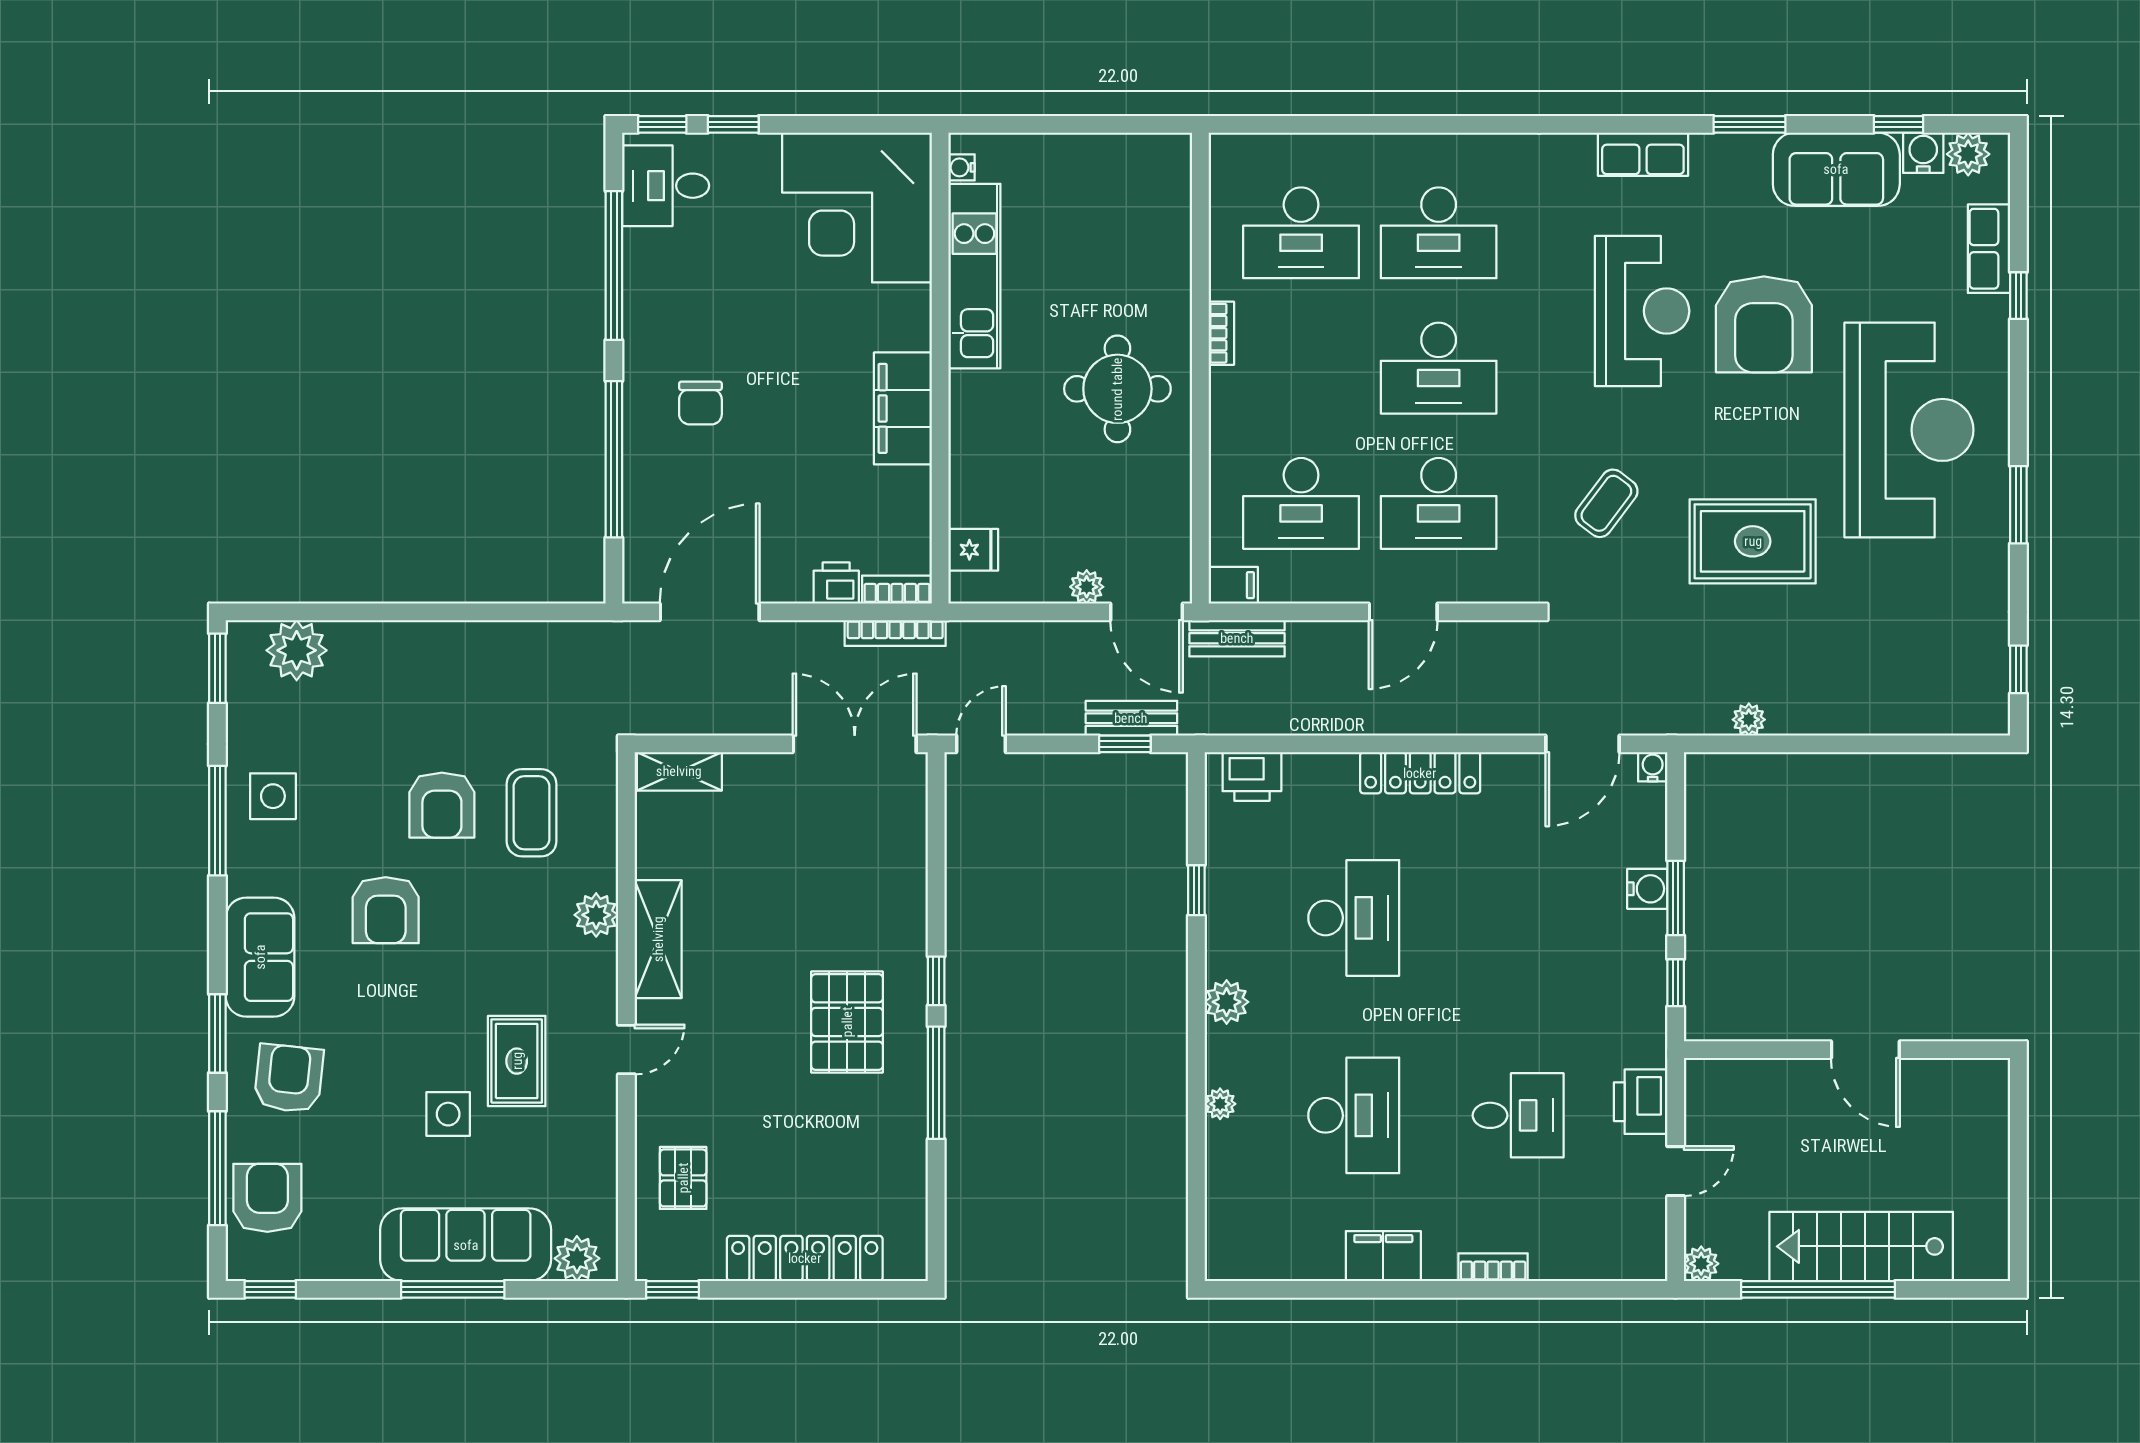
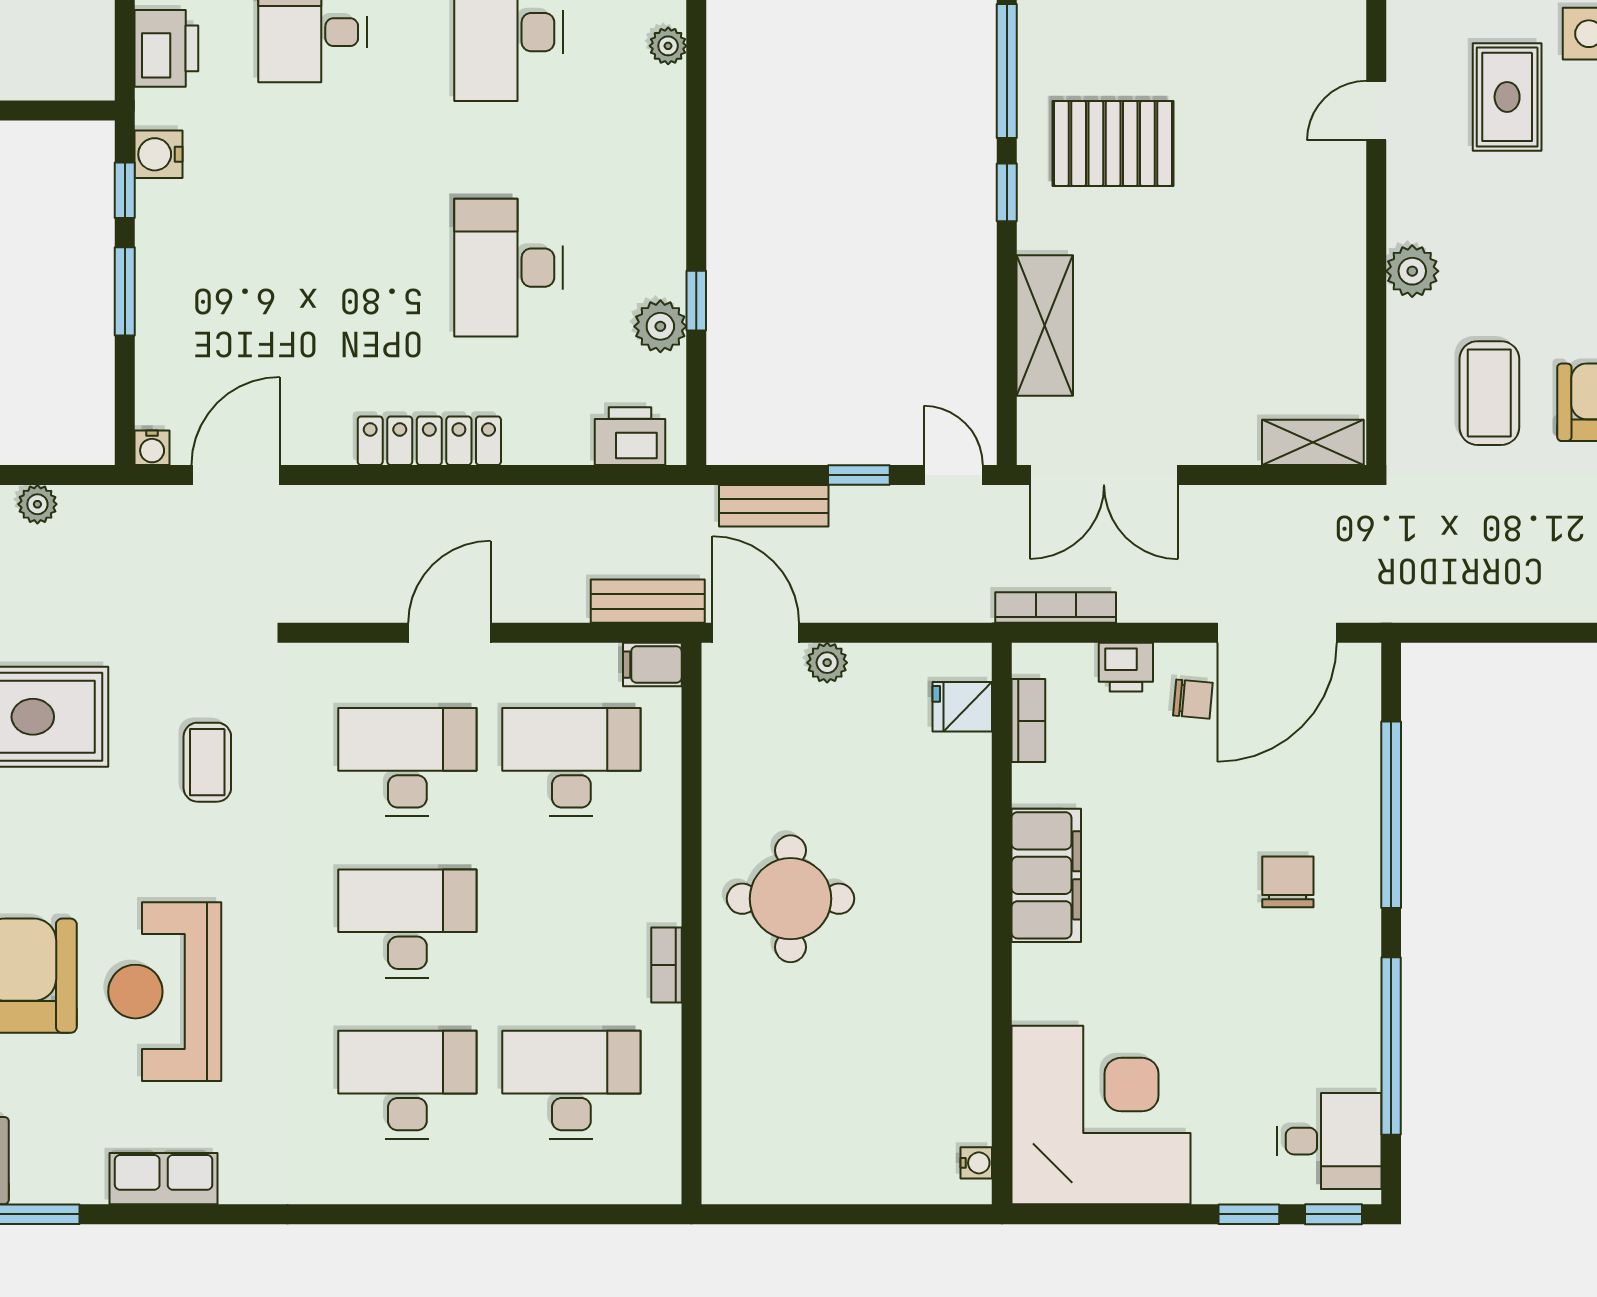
kitchen unit: (974, 276) -> (961, 1033), removed
coffee table: (1606, 503) -> (207, 762), turned -37
chair: (780, 556) -> (1193, 699), added
bookcase: (897, 590) -> (1028, 721), moved, turned -90
door: (981, 744) -> (953, 475), swing flipped
window: (1125, 744) -> (859, 475), moved
water cooler: (1647, 889) -> (159, 154), moved
shelving: (658, 939) -> (1045, 325), moved
plant: (1227, 1002) -> (660, 326), moved
pallet: (847, 1022) -> (1113, 143), turned 90

